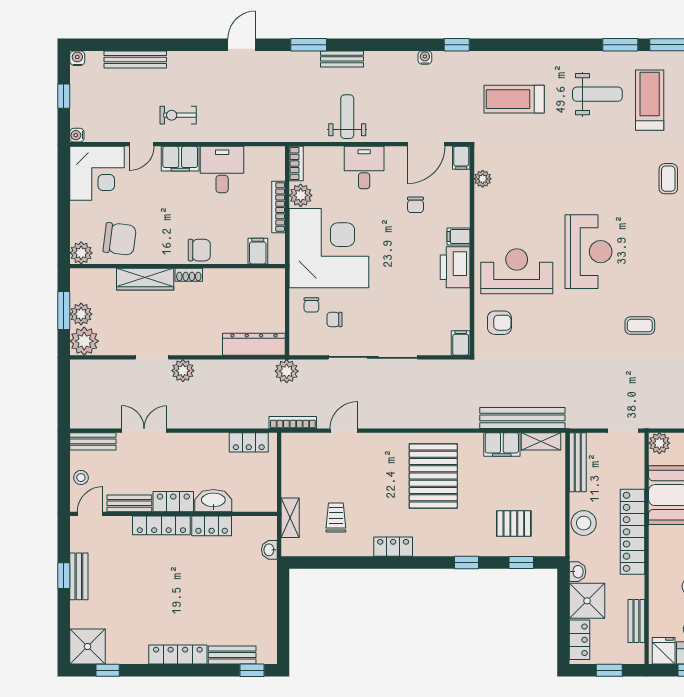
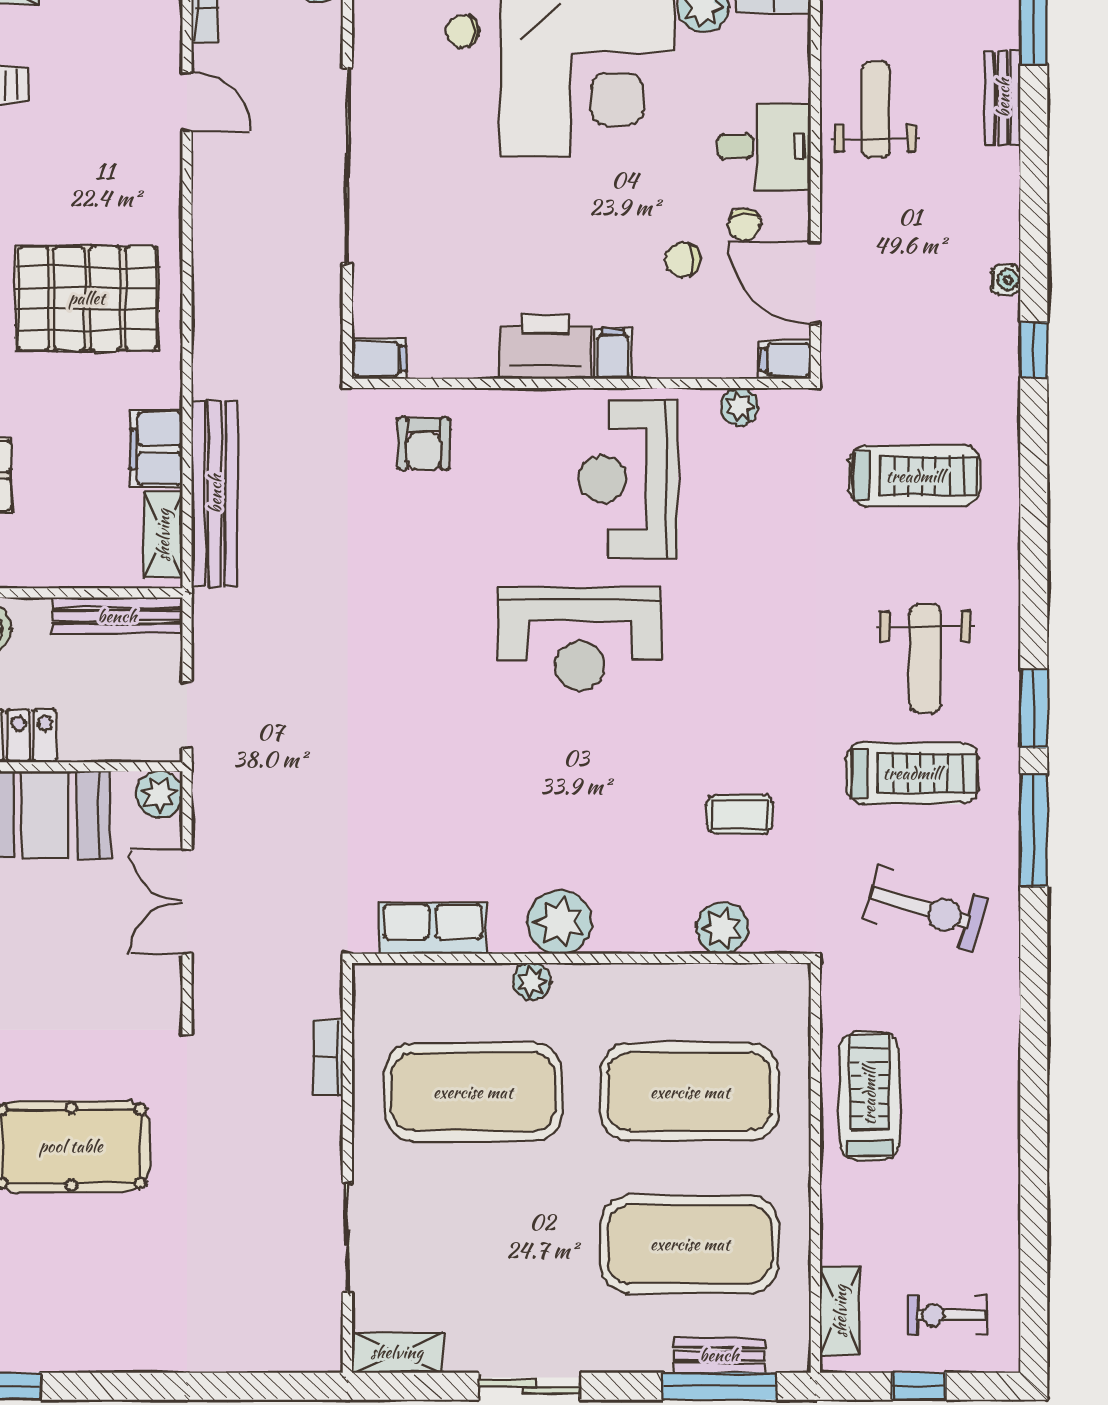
treadmill: (514, 99) -> (915, 476), turned 90
weight bench: (347, 117) -> (876, 109), turned -90
reception desk: (517, 271) -> (628, 479), moved, turned 180
chair: (334, 319) -> (744, 225), moved, turned 180
coffee table: (640, 326) -> (417, 752), removed

